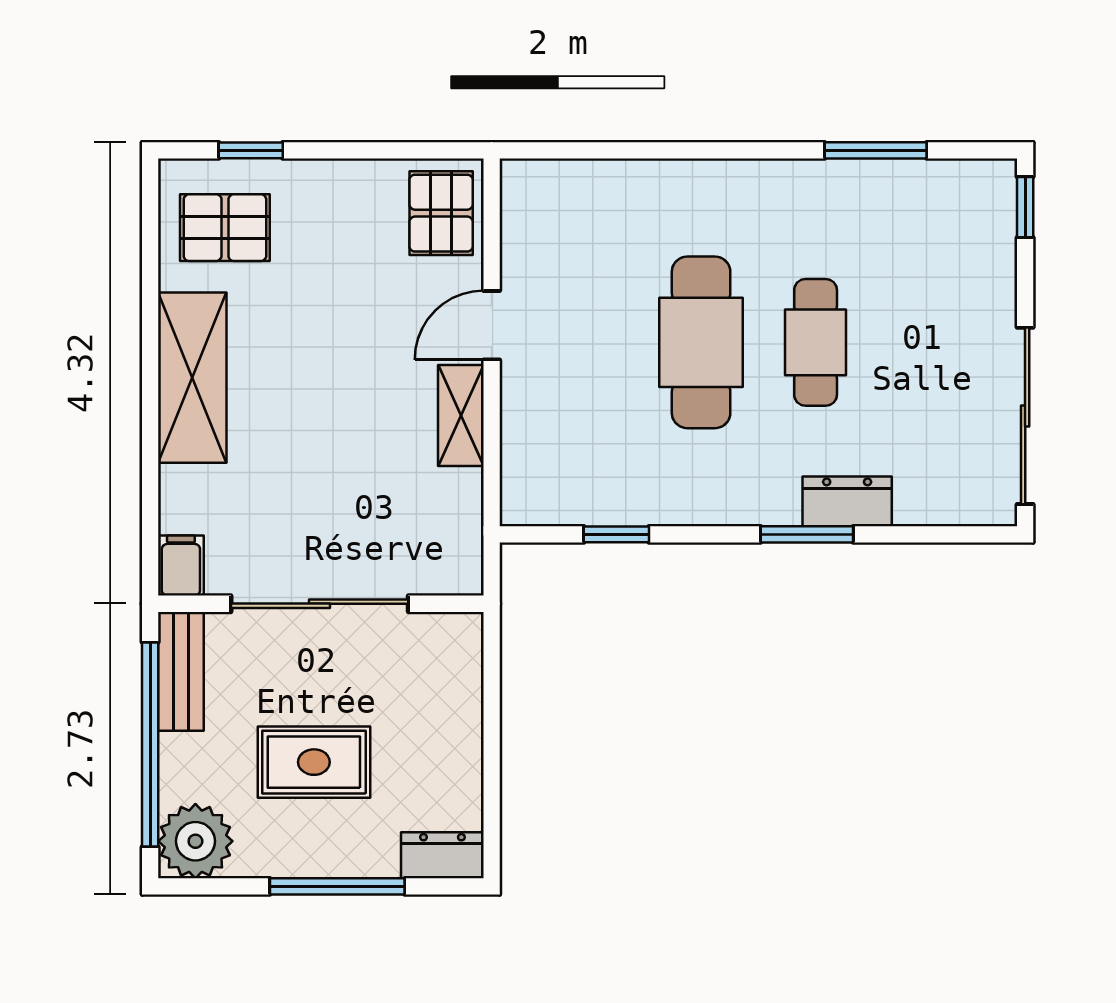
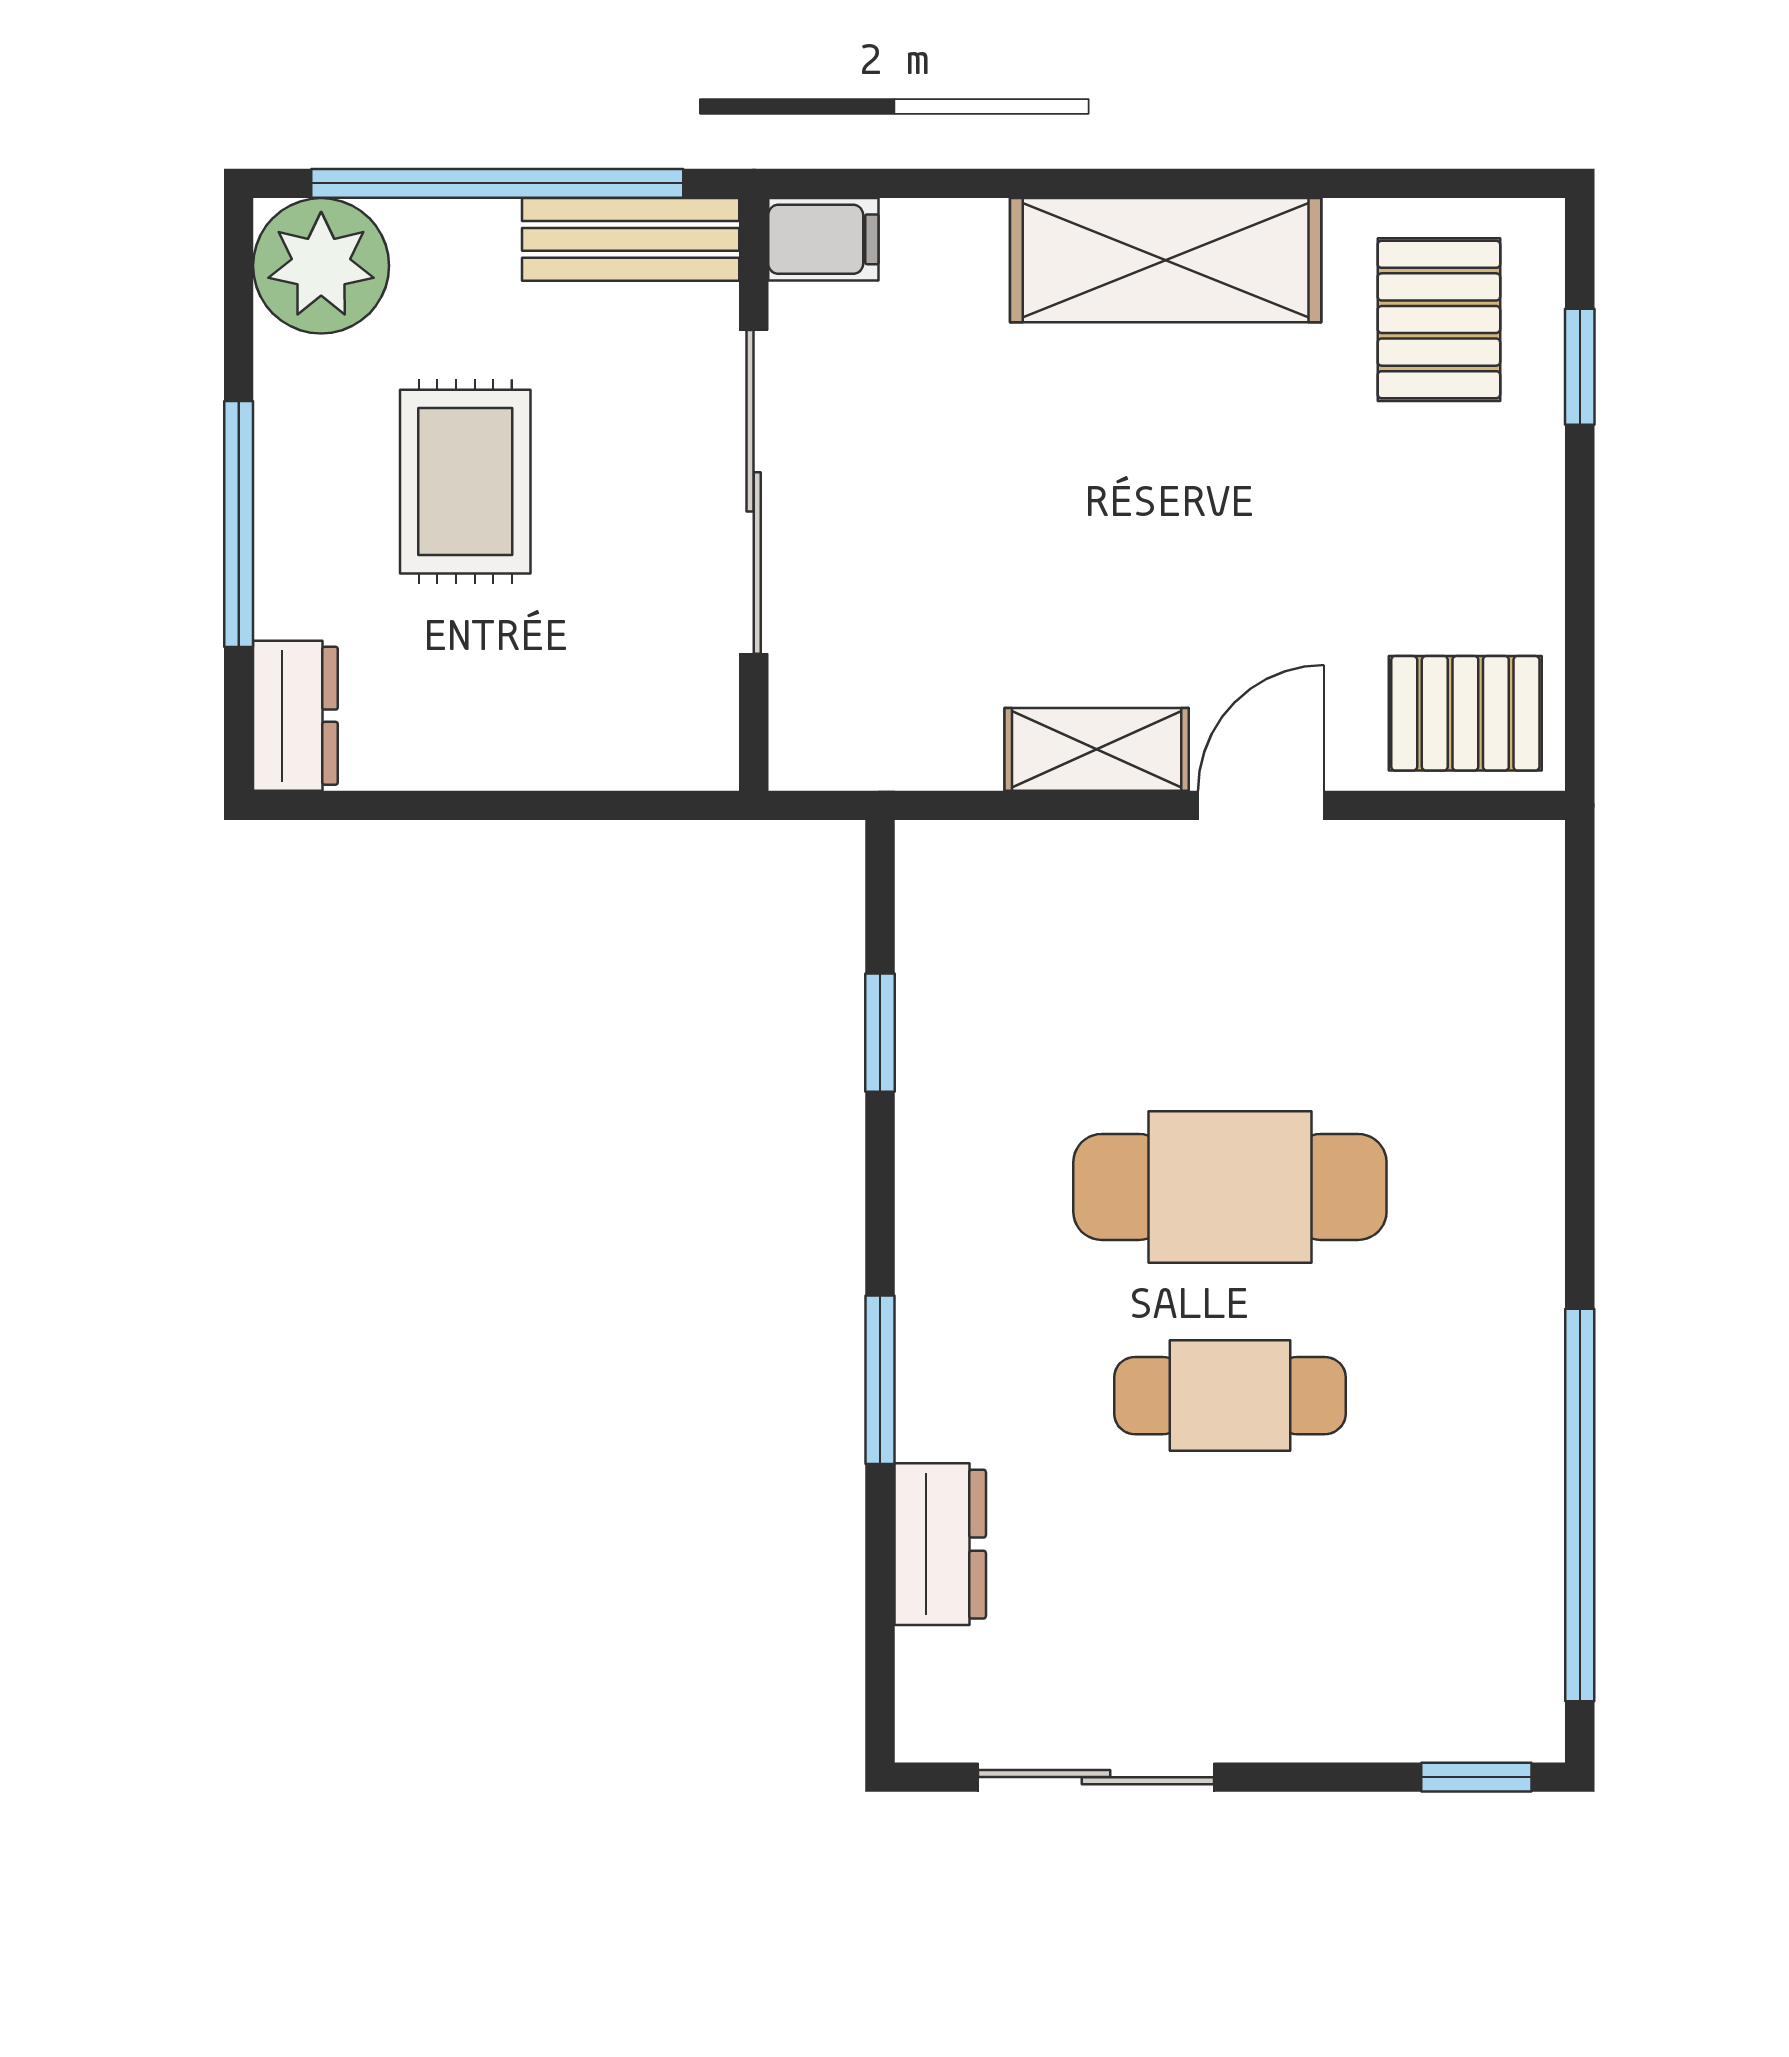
window: (876, 150) -> (1580, 1505), width x2.11
door: (492, 325) -> (1261, 805), hinge flipped
sliding door: (1025, 416) -> (1096, 1777), width x0.73
dresser: (847, 501) -> (940, 1544), moved

